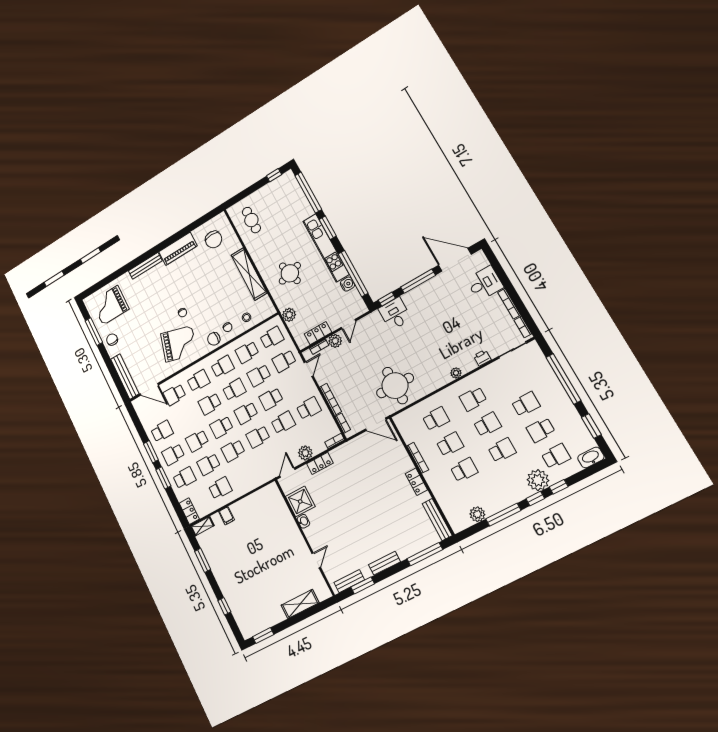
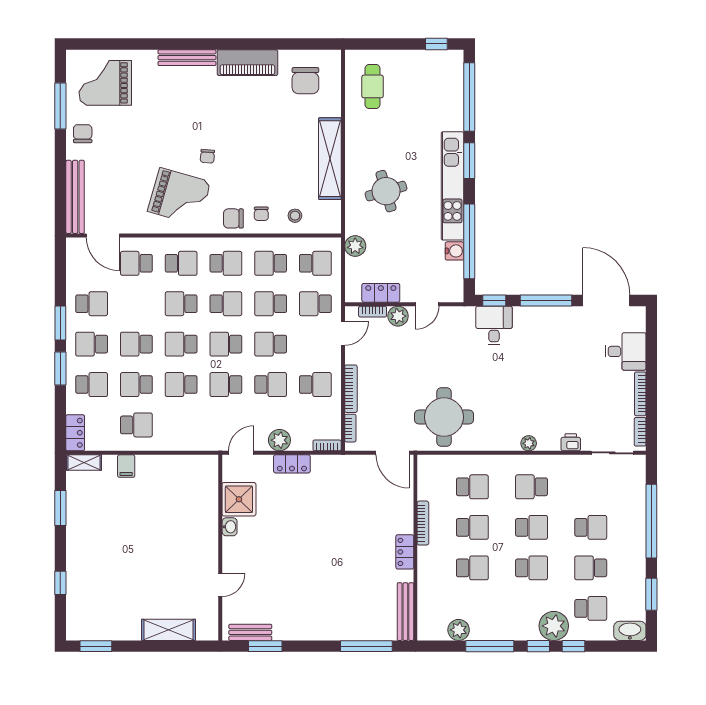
bench: (385, 563) -> (309, 632), removed

